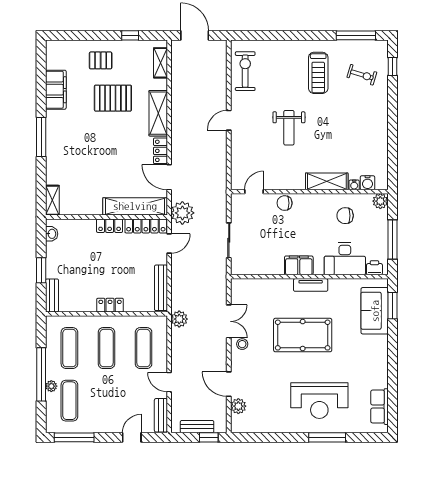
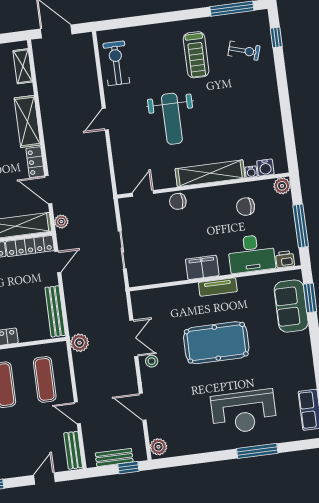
weight bench: (289, 128) -> (172, 119), width x1.36, depth x1.33
shelving: (327, 181) -> (210, 173), width x1.47
plant: (182, 213) -> (61, 222), width x0.53, depth x0.53
plant: (238, 406) -> (158, 447), moved

